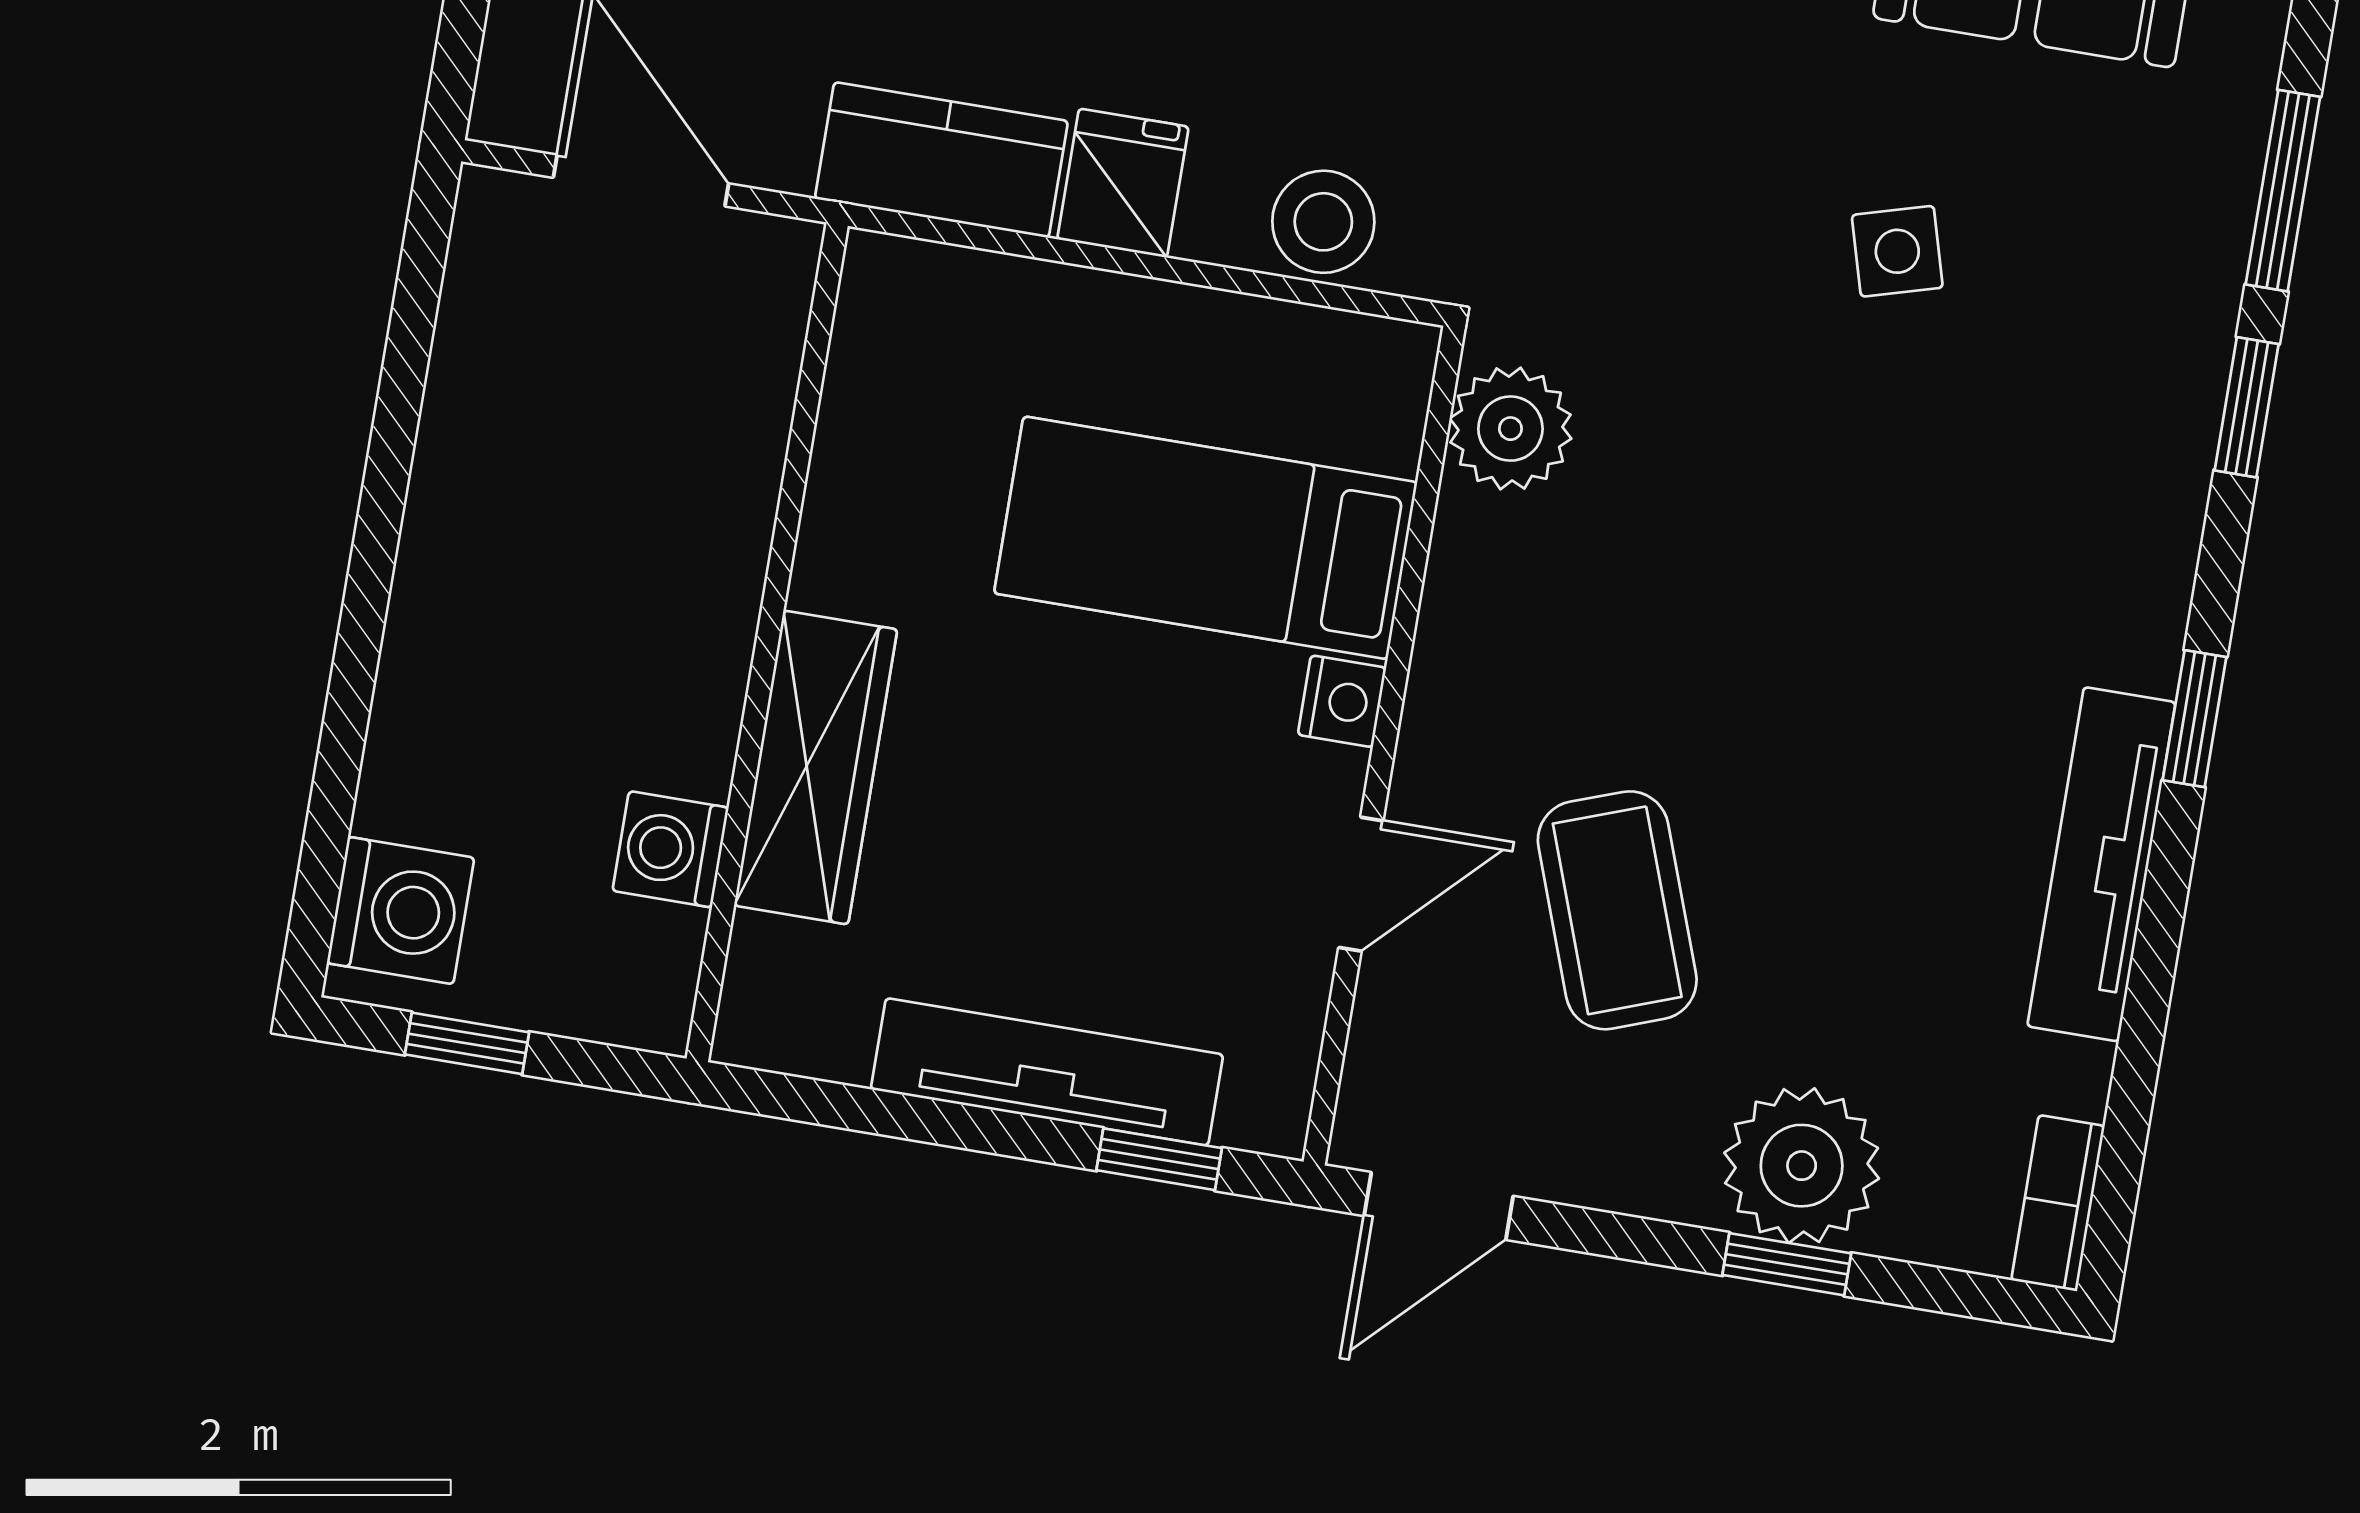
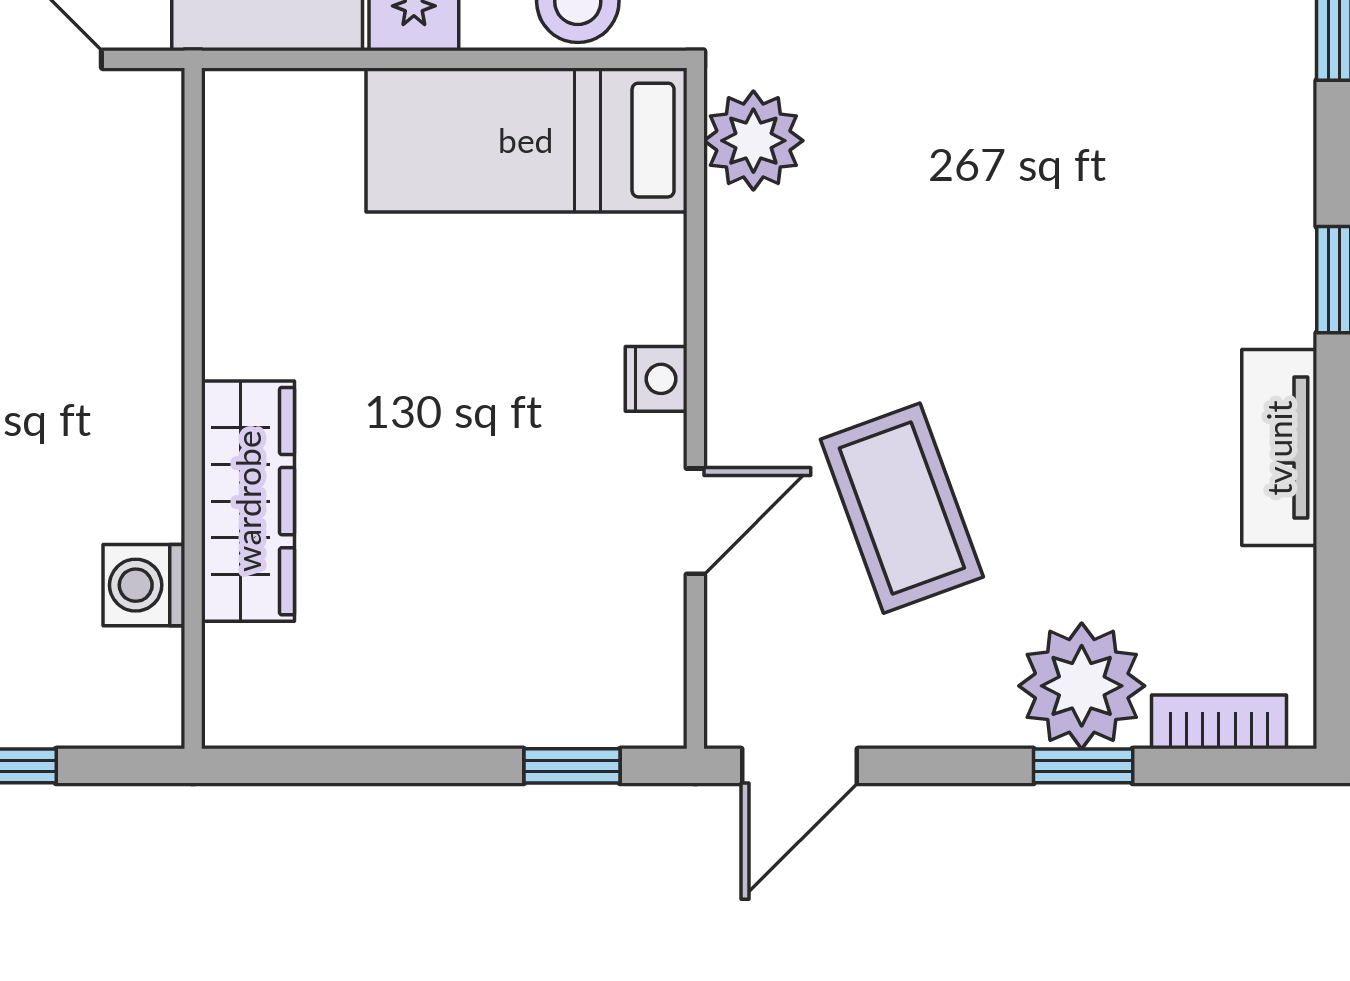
bed: (1206, 538) -> (526, 140), moved
tv unit: (2101, 864) -> (1279, 448), width x0.71
tv unit: (1047, 1072) -> (471, 712), removed
bookcase: (2058, 1203) -> (1219, 722), moved, turned 90

